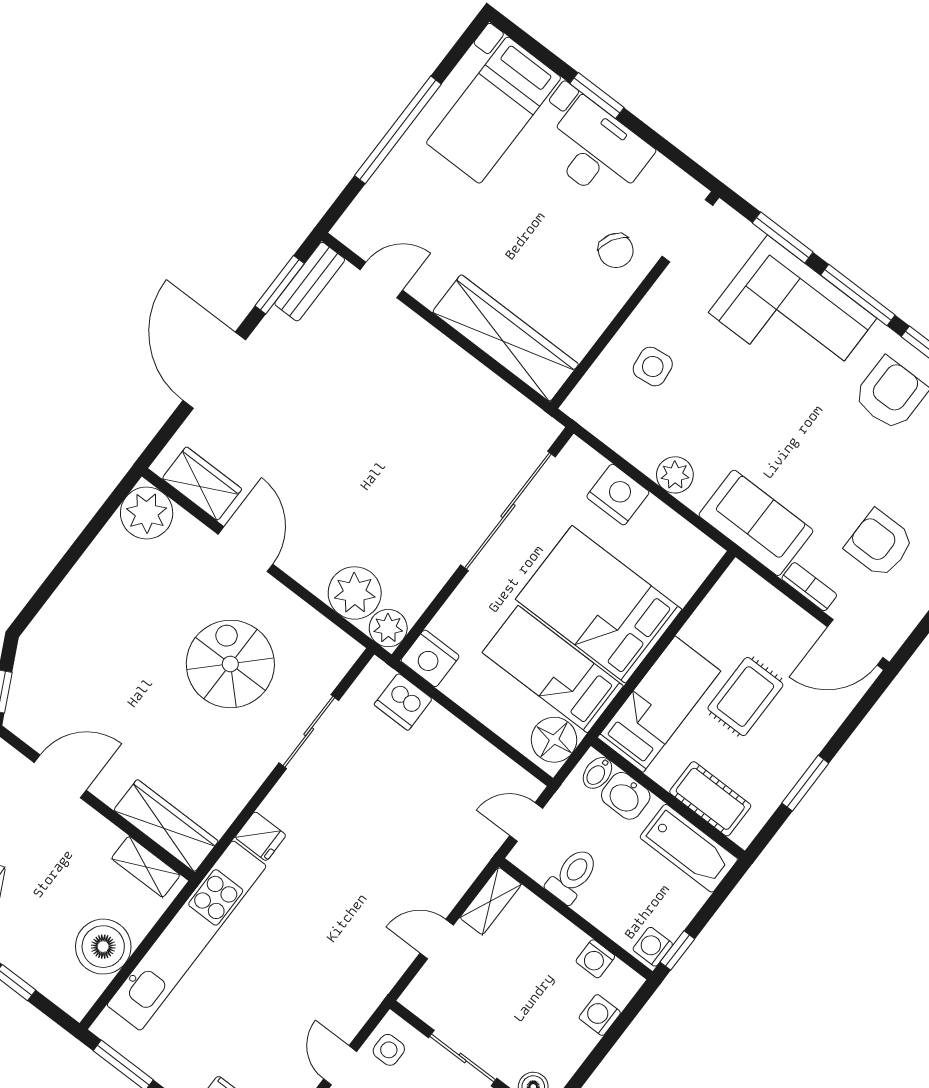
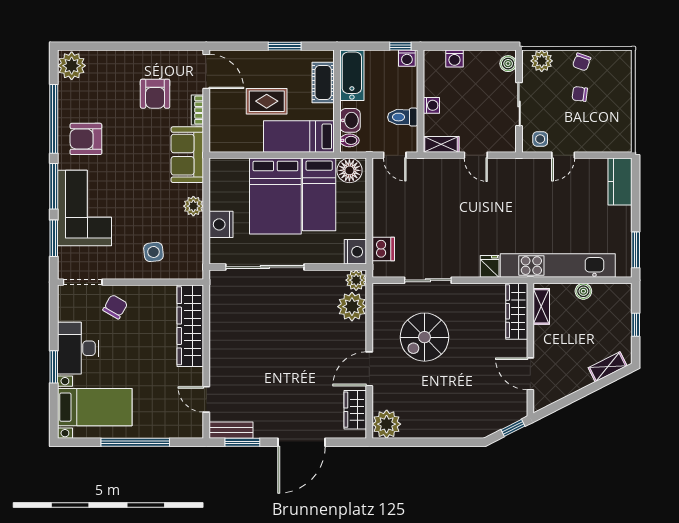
boiler: (103, 947) -> (583, 291), width x0.54, depth x0.54
washing machine: (595, 959) -> (431, 105), moved

